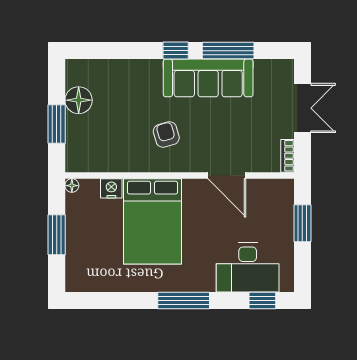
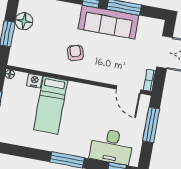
door: (227, 176) -> (129, 89), moved
bed: (153, 221) -> (51, 105), width x0.67
window: (302, 223) -> (151, 125), width x1.44

